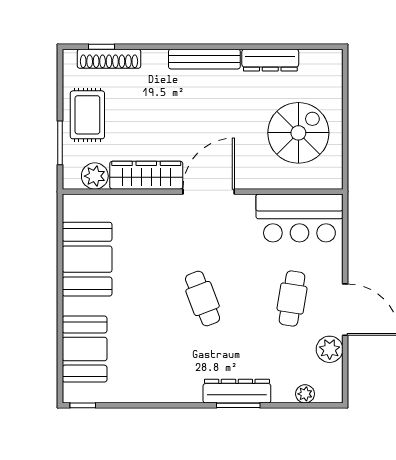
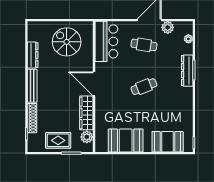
shoe rack: (109, 59) -> (32, 118), moved

